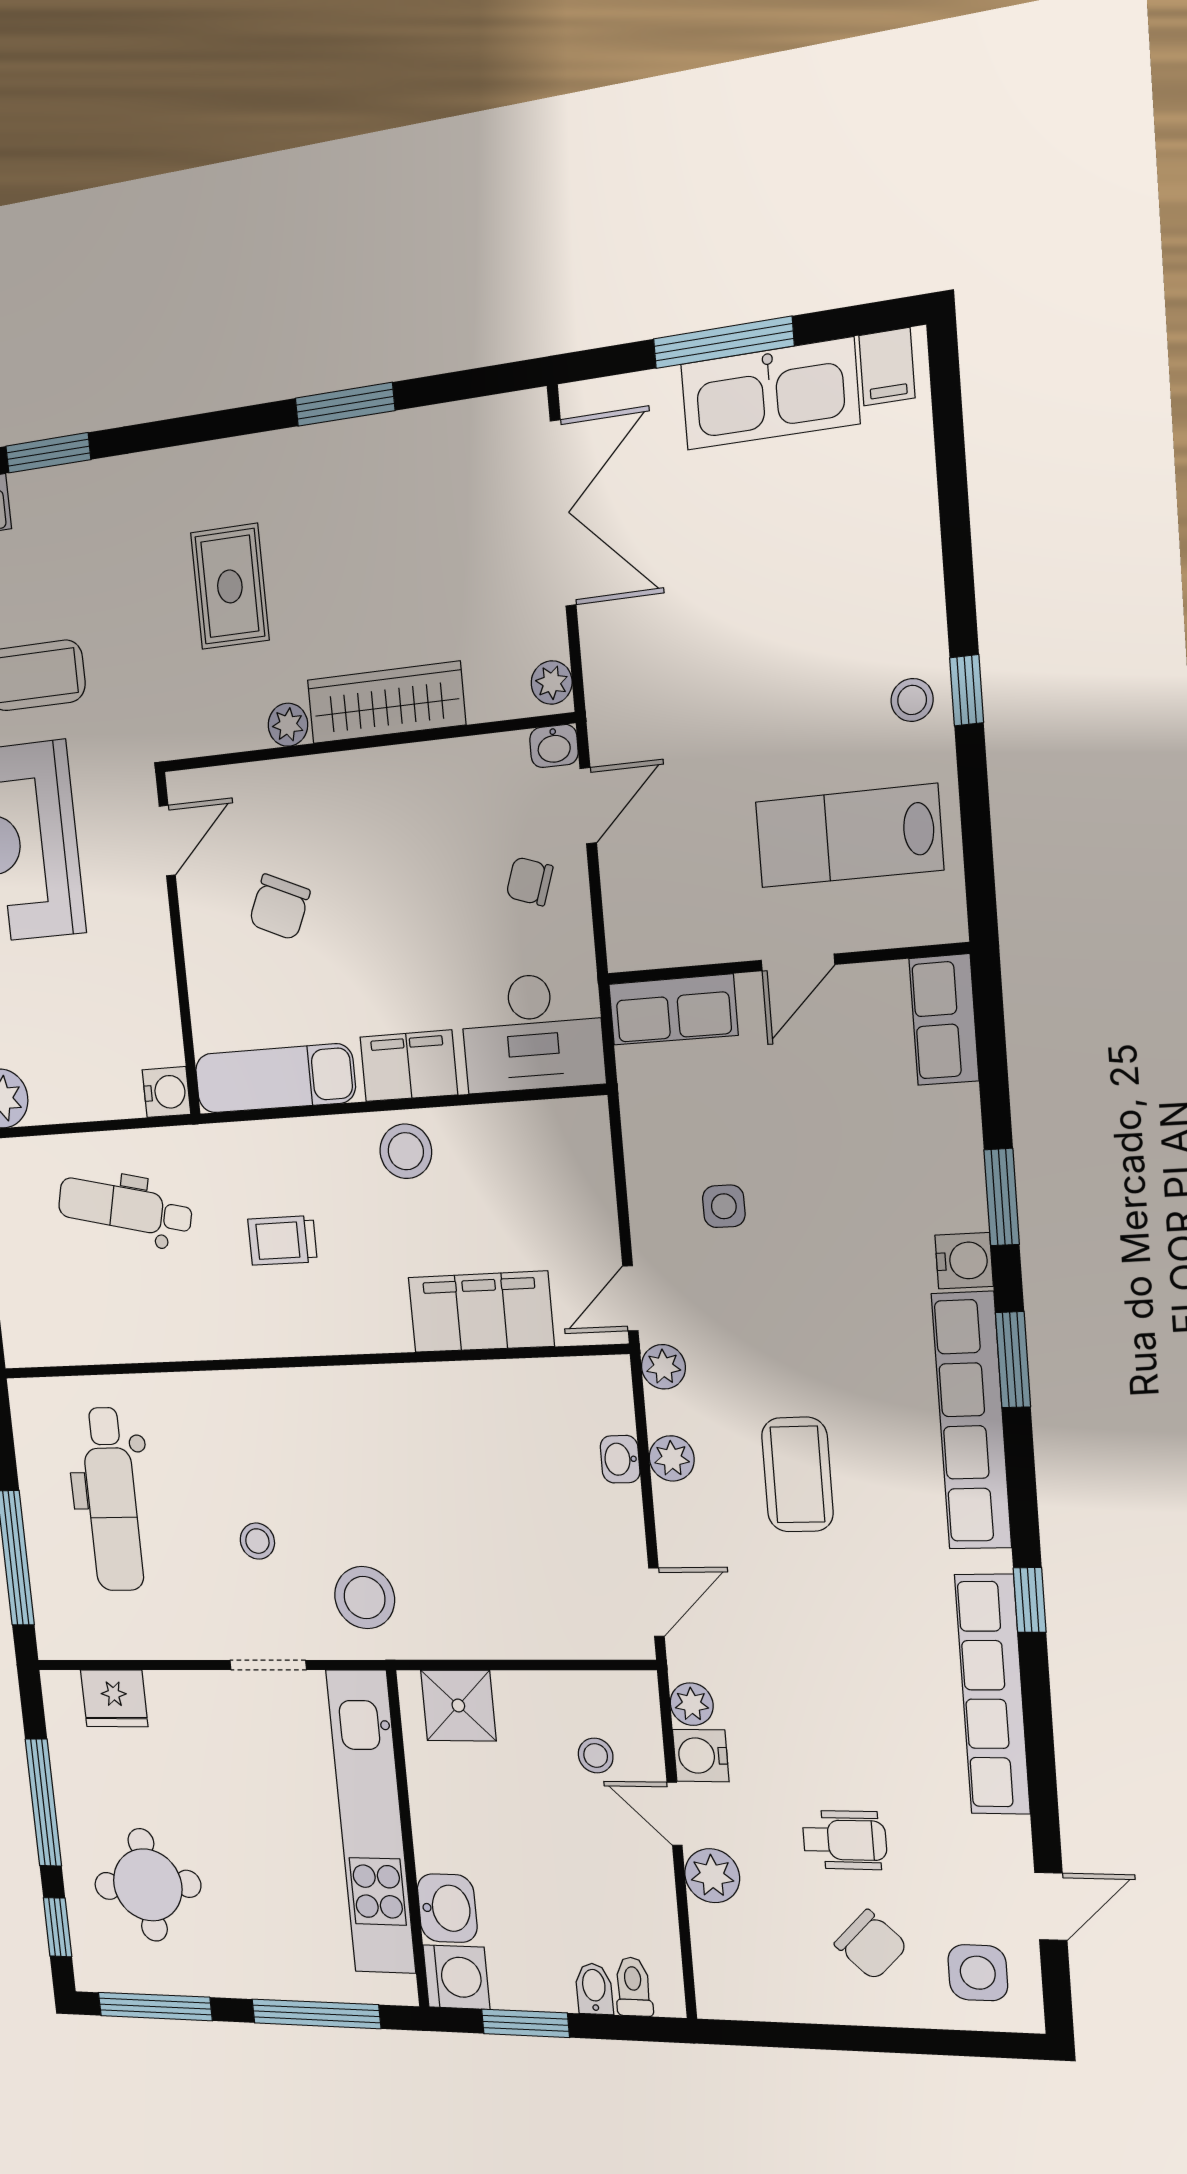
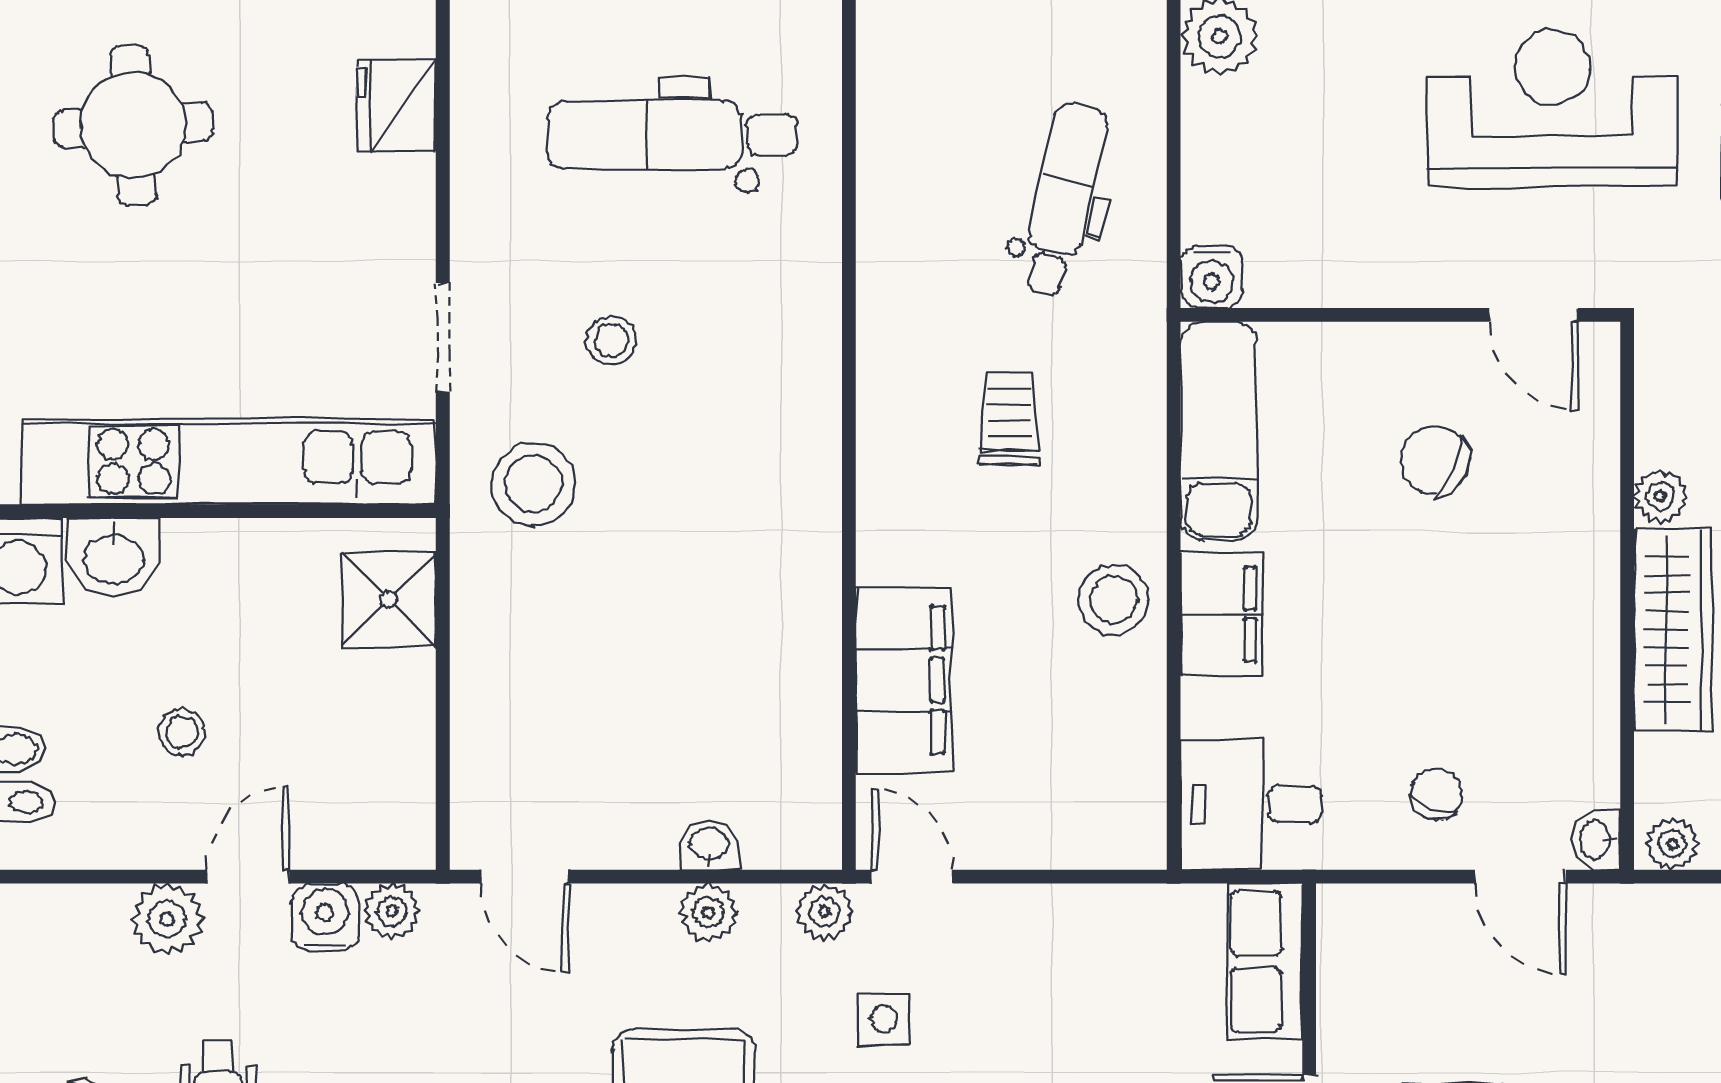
desk: (532, 1032) -> (1251, 804), width x0.73
side table: (724, 1206) -> (884, 1019), moved
stool: (596, 1756) -> (182, 732), moved

